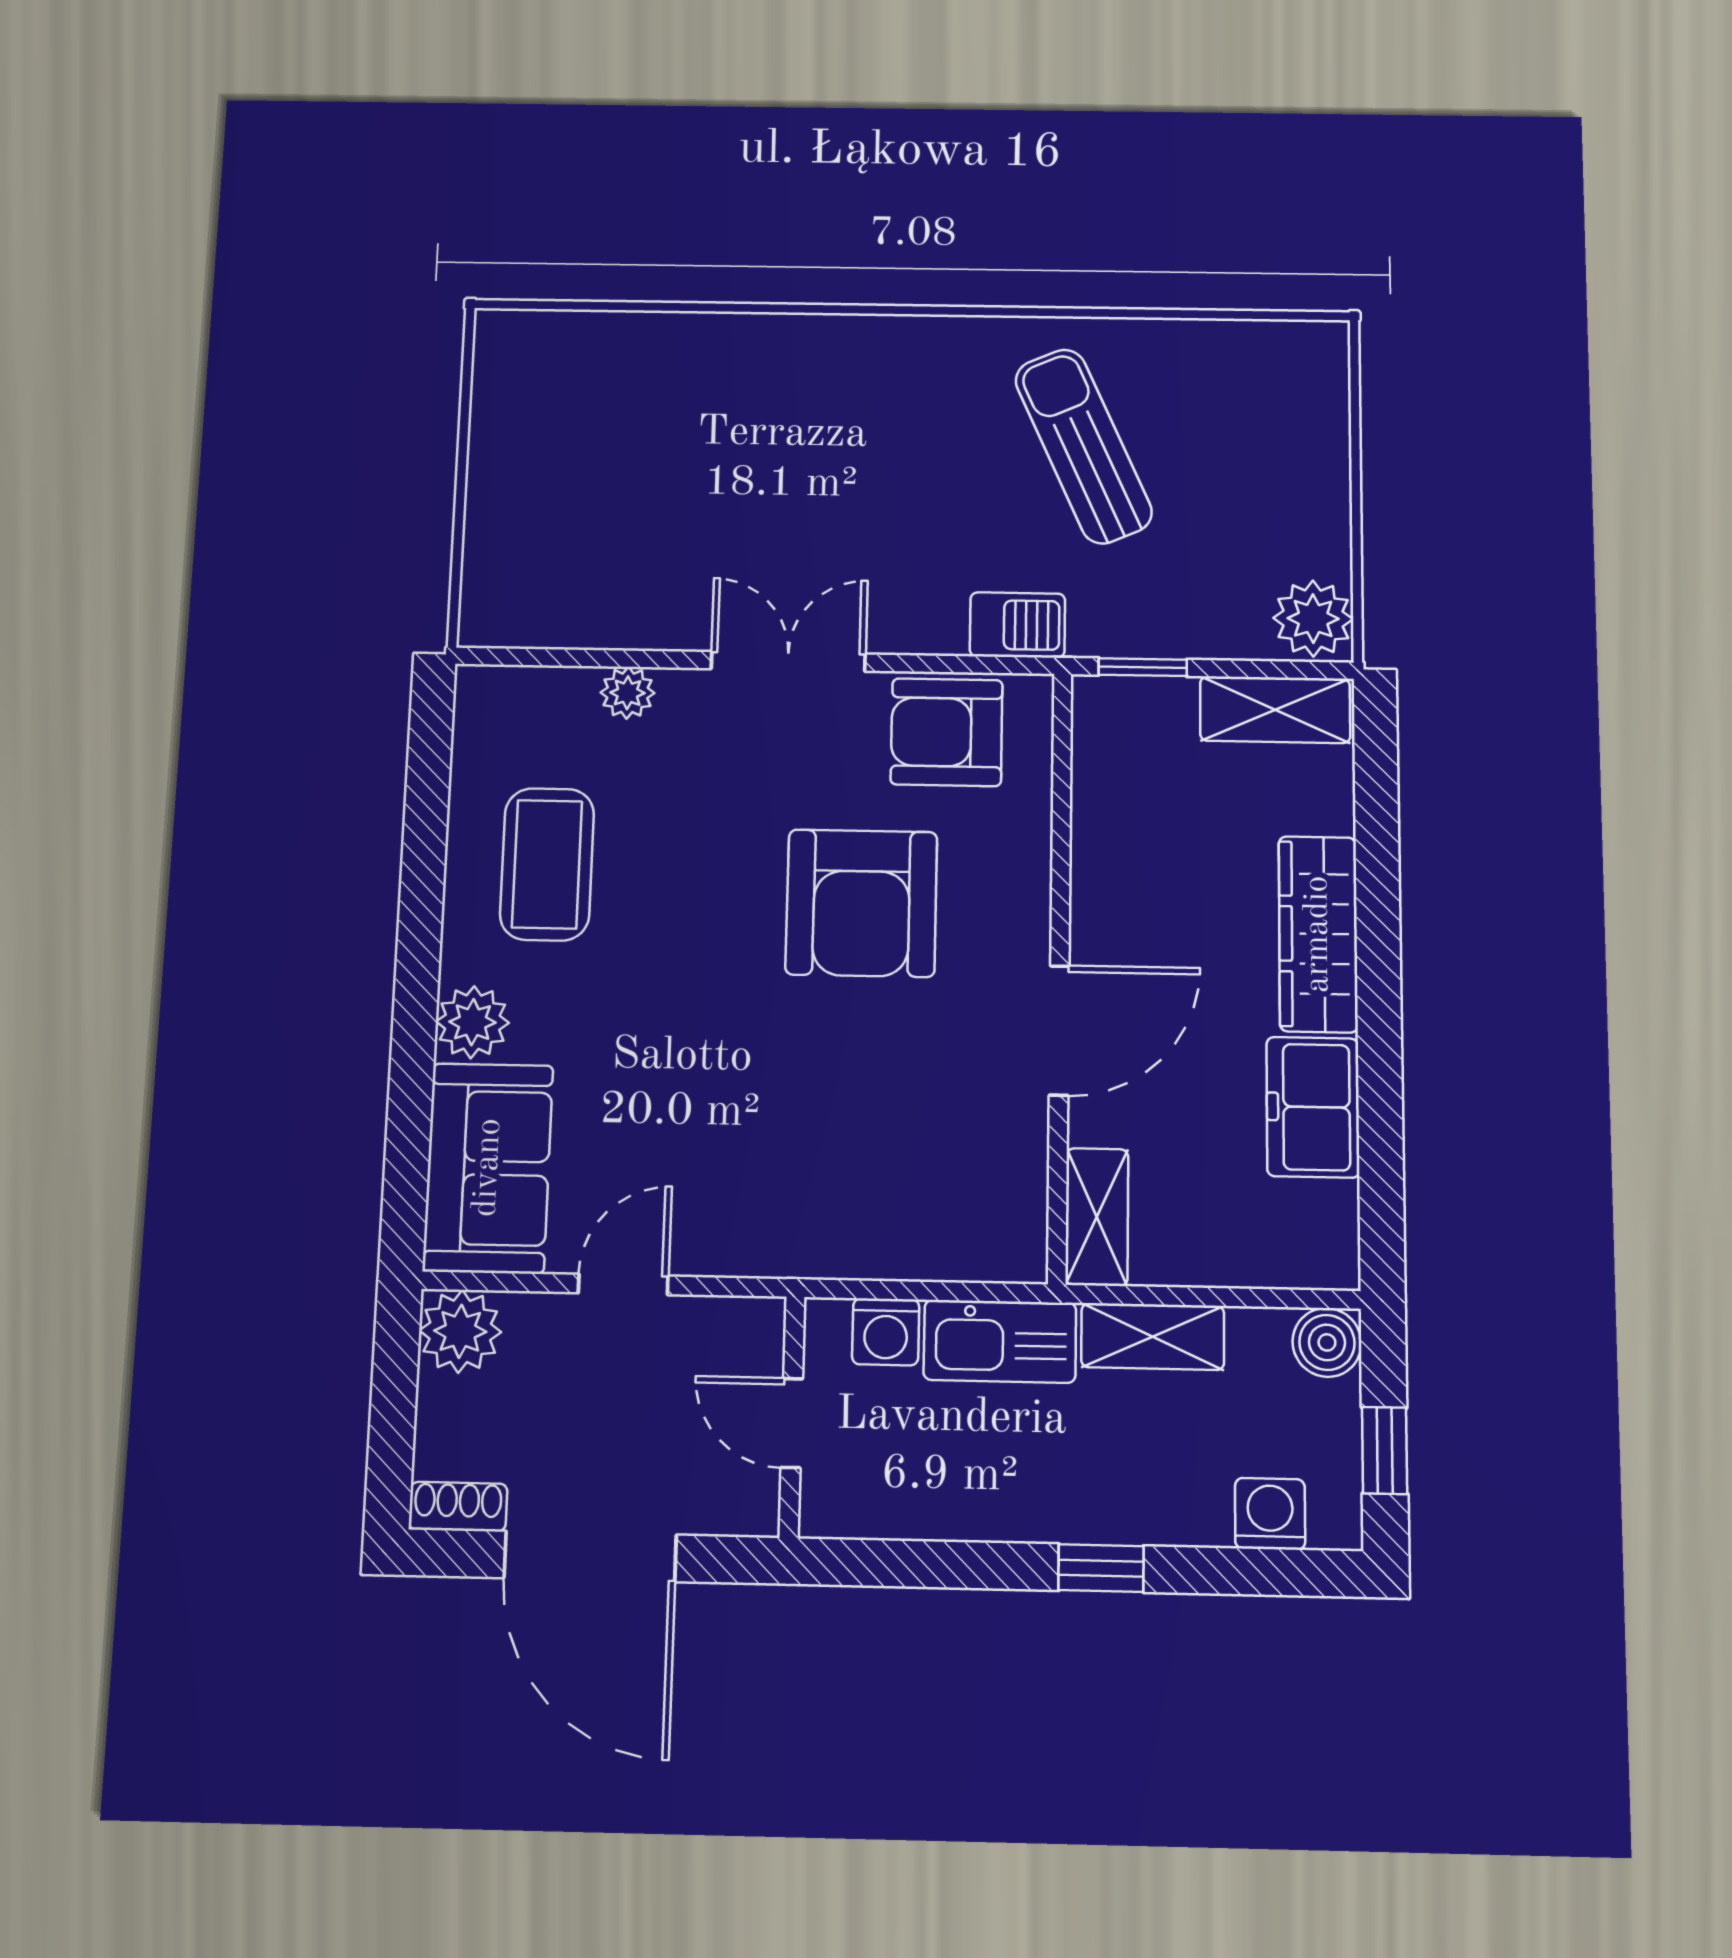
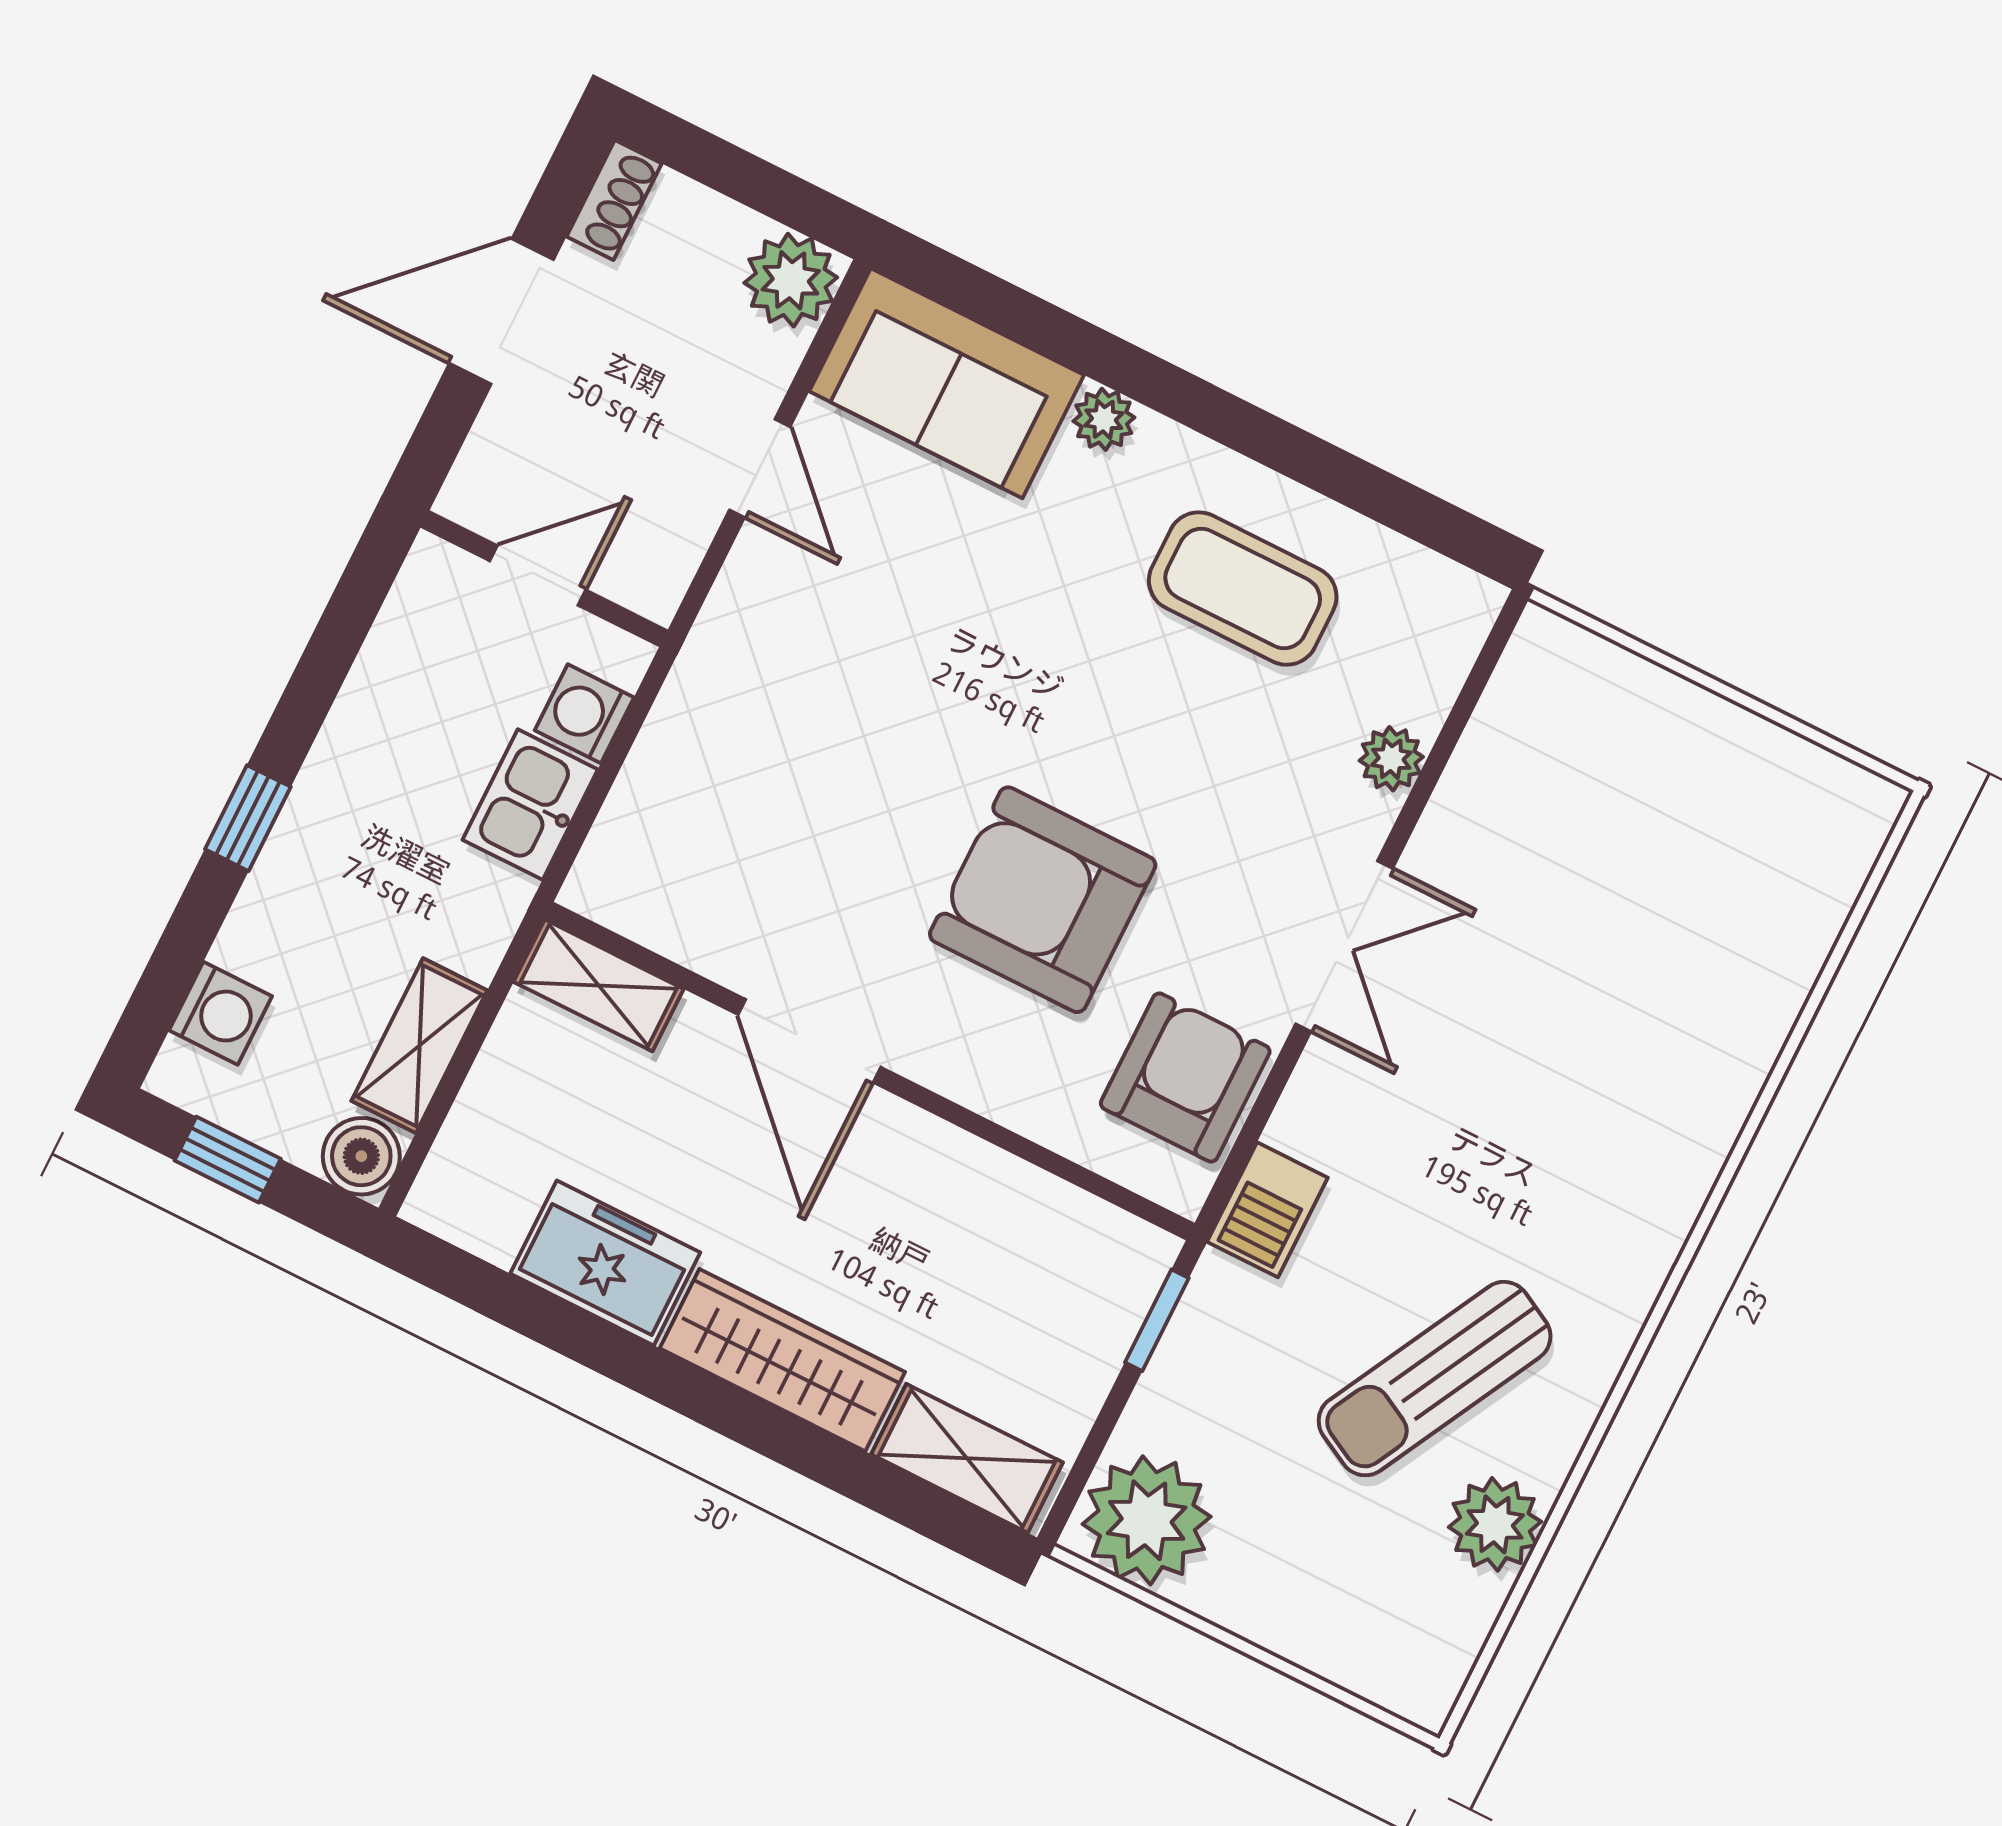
plant: (1170, 354) -> (1495, 1524), added
sun lounger: (1083, 446) -> (1435, 1379), turned 142
plant: (1313, 619) -> (1147, 1520), width x1.36, depth x1.36
shelving: (1275, 710) -> (967, 1458), moved, turned 90
plant: (472, 1022) -> (1104, 419), width x0.73, depth x0.73
shelving: (1153, 1337) -> (419, 1046), moved
kitchen sink: (1000, 1341) -> (530, 805), width x0.73
door: (590, 1556) -> (501, 311), width x0.73

